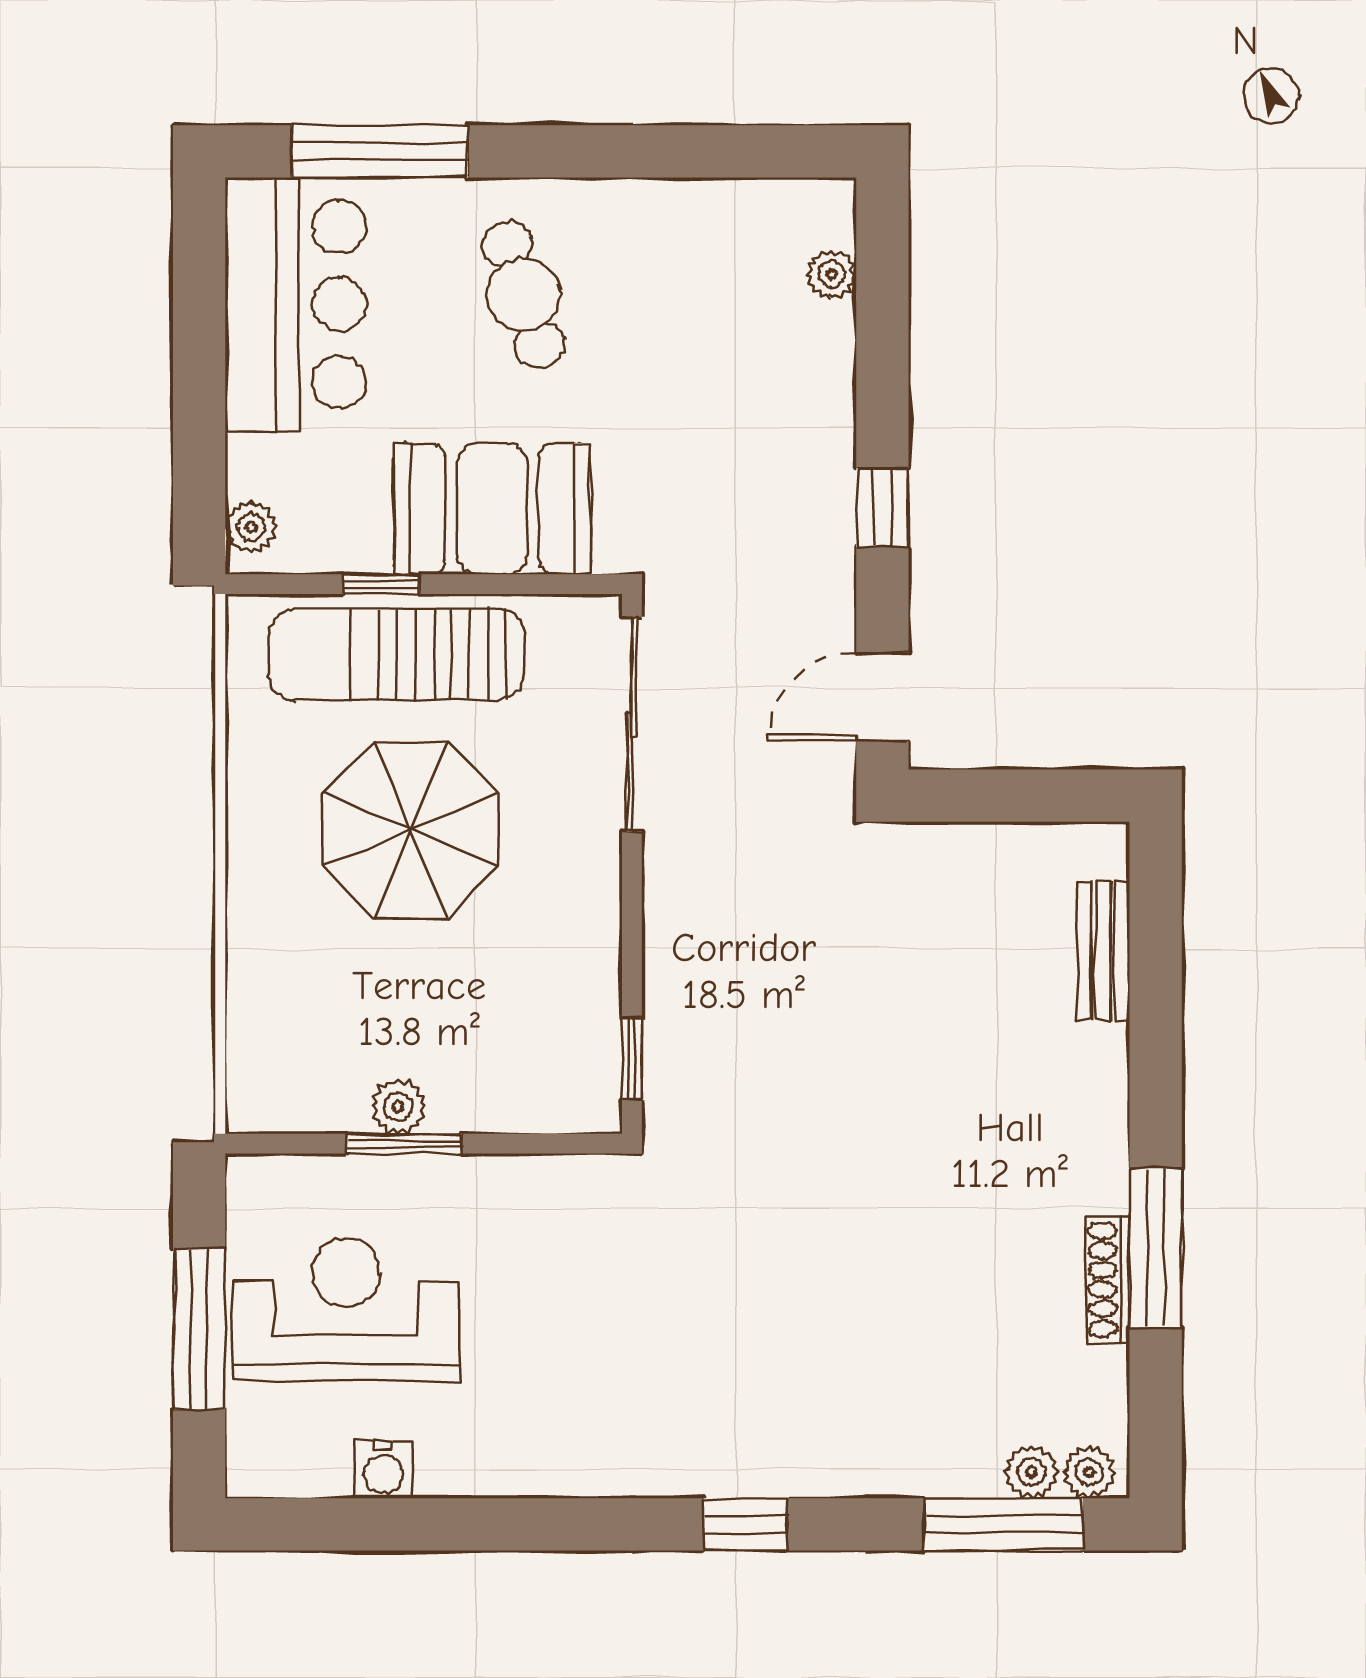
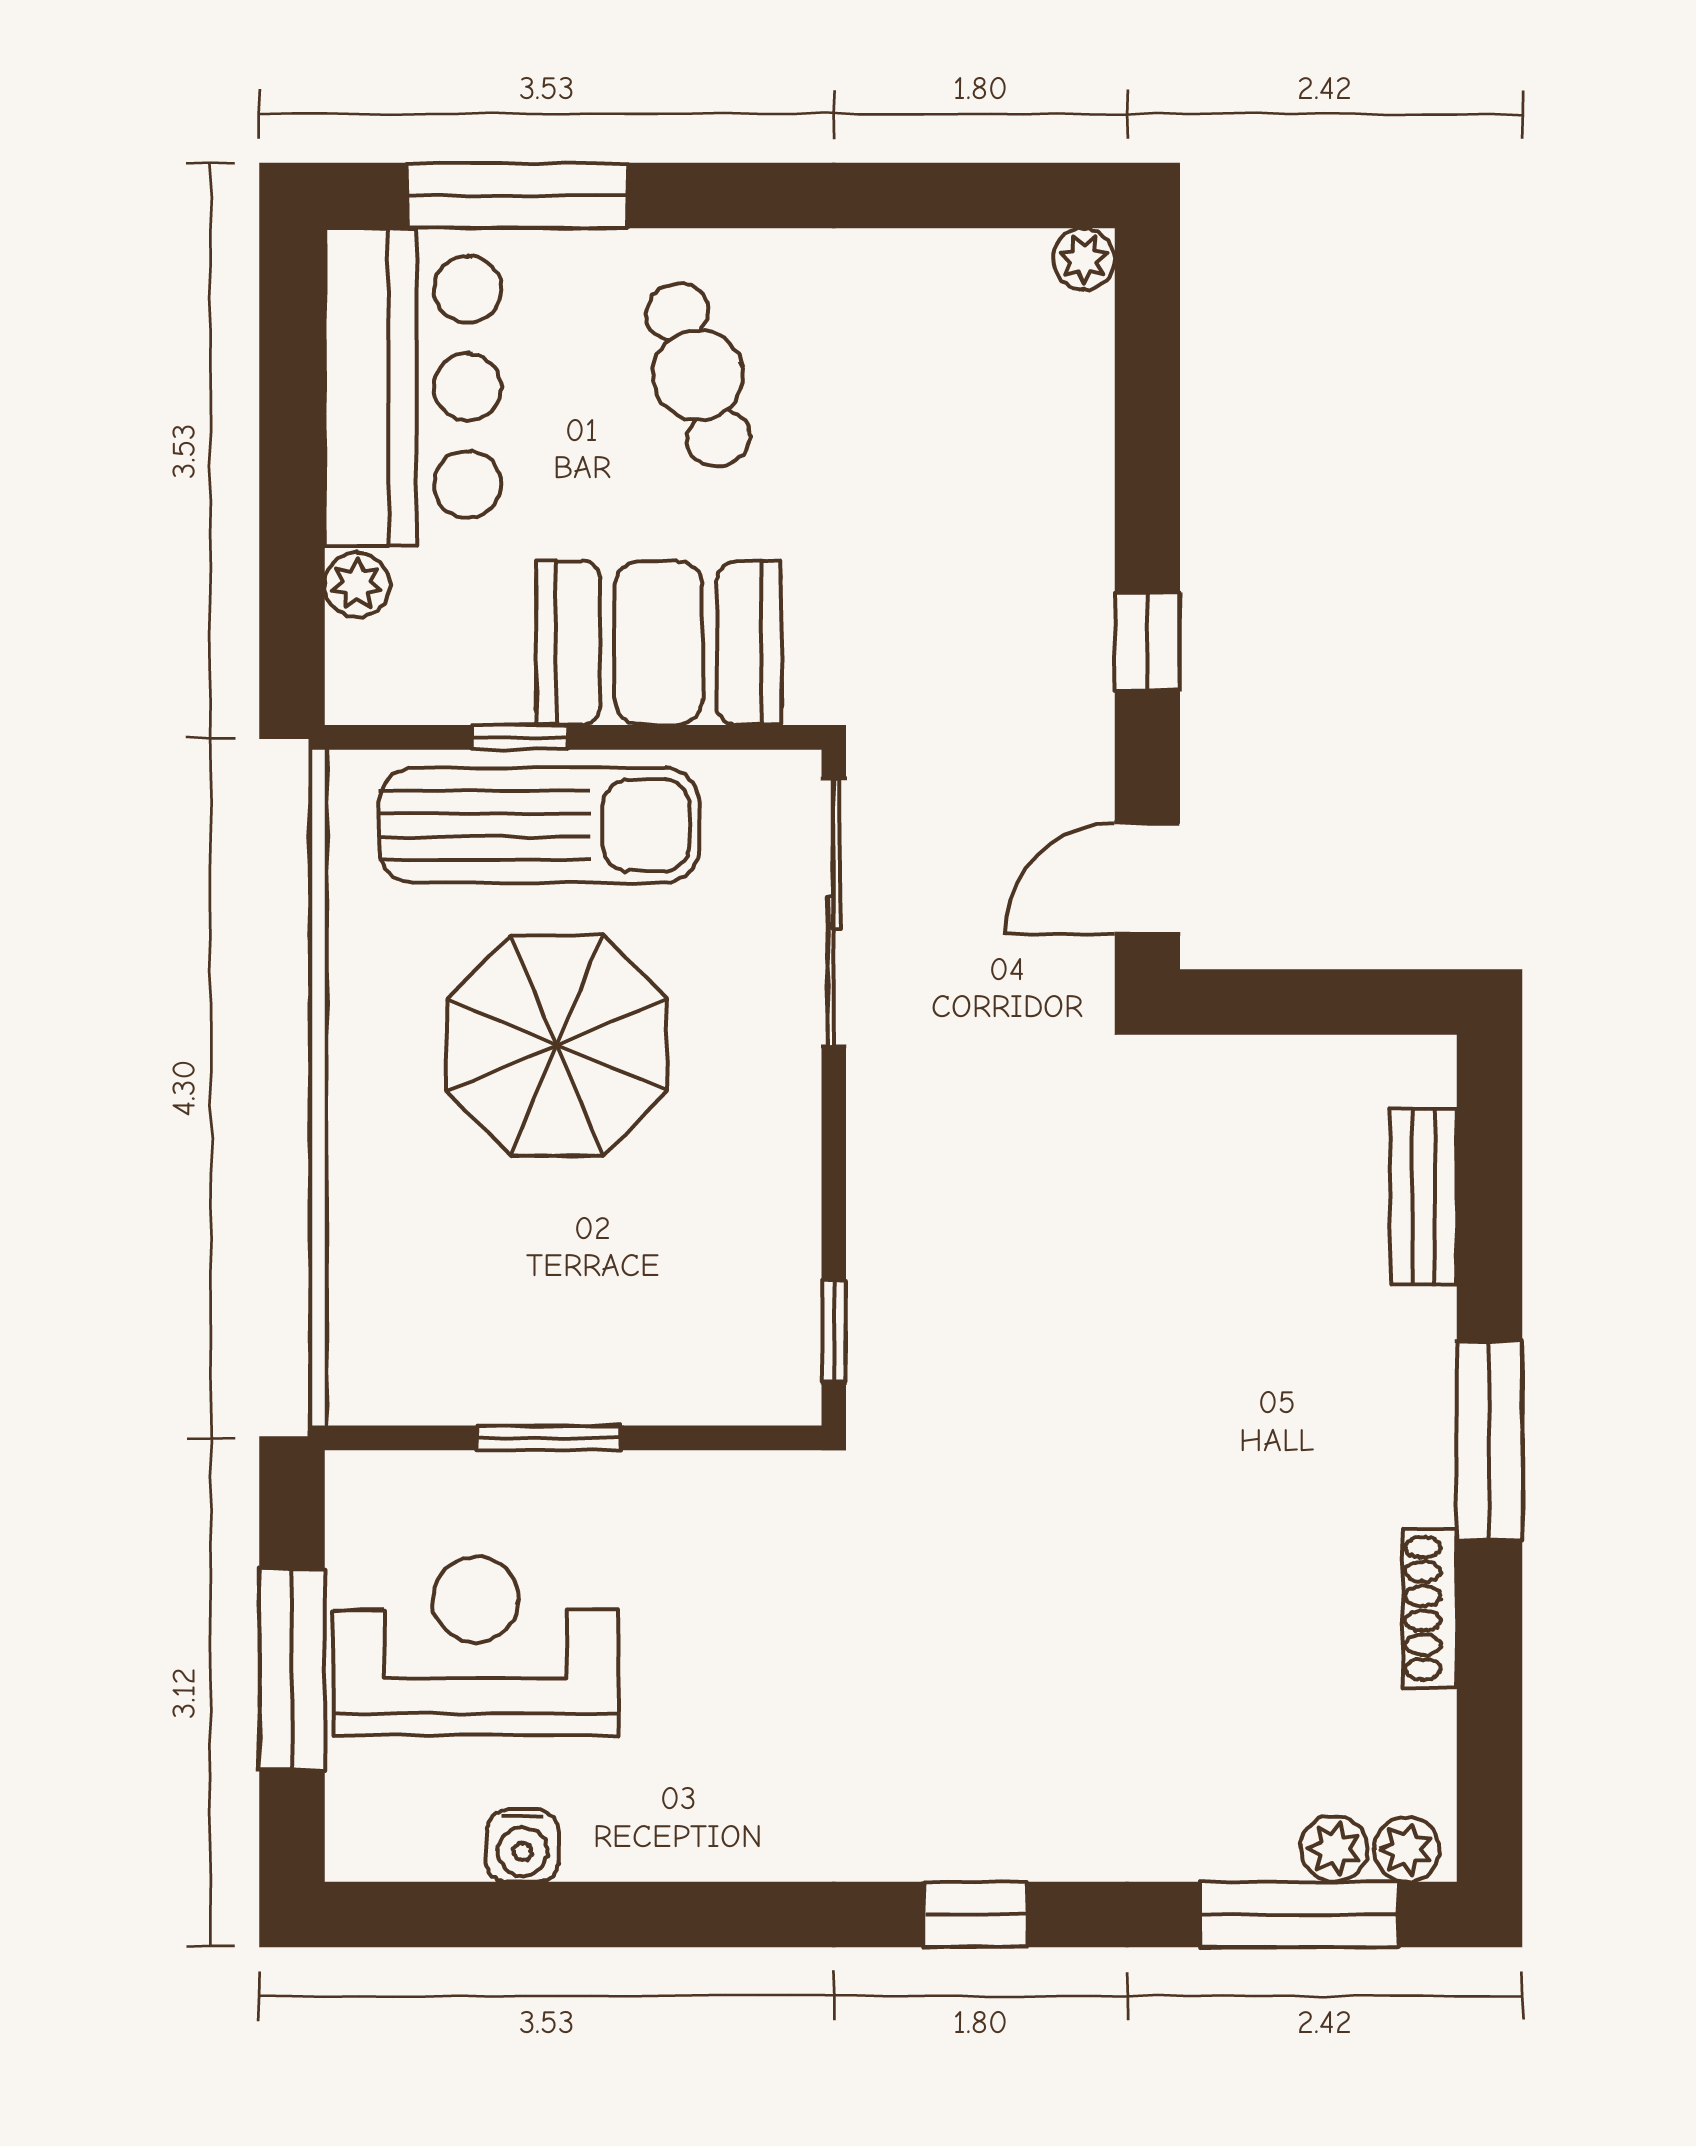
plant: (832, 274) -> (1084, 259), moved
plant: (251, 527) -> (357, 585), moved
sun lounger: (396, 654) -> (539, 825), turned 180
plant: (398, 1107) -> (541, 1392), removed
window: (1156, 1248) -> (1490, 1441), moved

